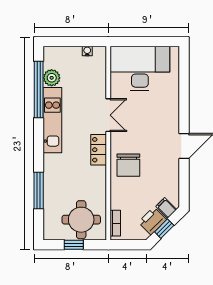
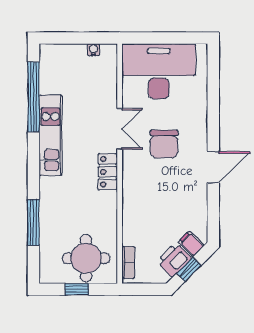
plant: (52, 78) -> (50, 83), removed
chair: (128, 165) -> (164, 144), moved

